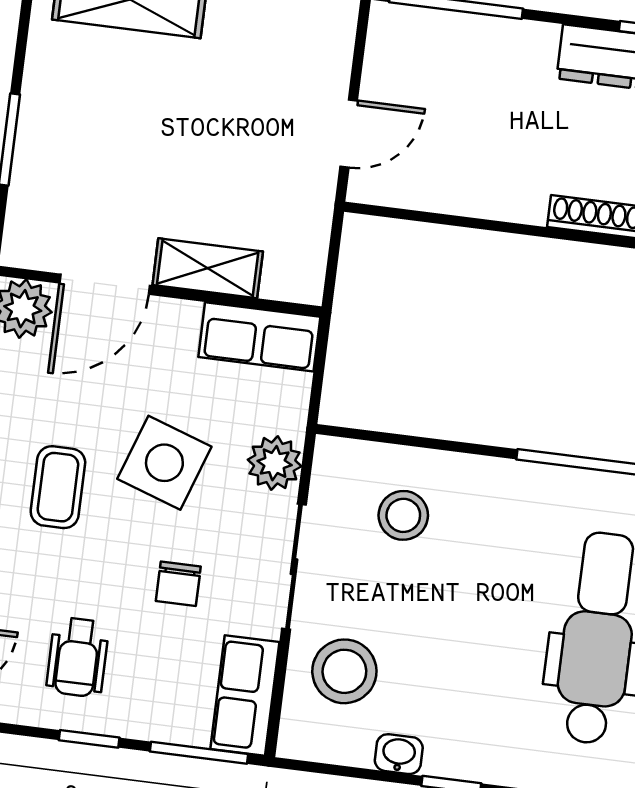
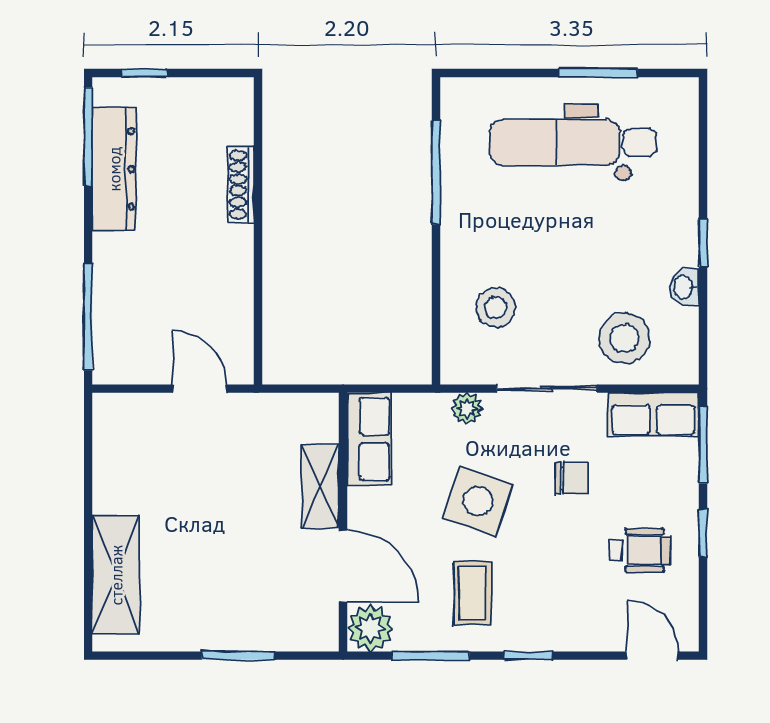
plant: (275, 463) -> (467, 408), width x0.73, depth x0.73
coffee table: (58, 487) -> (473, 593), moved, turned 90

